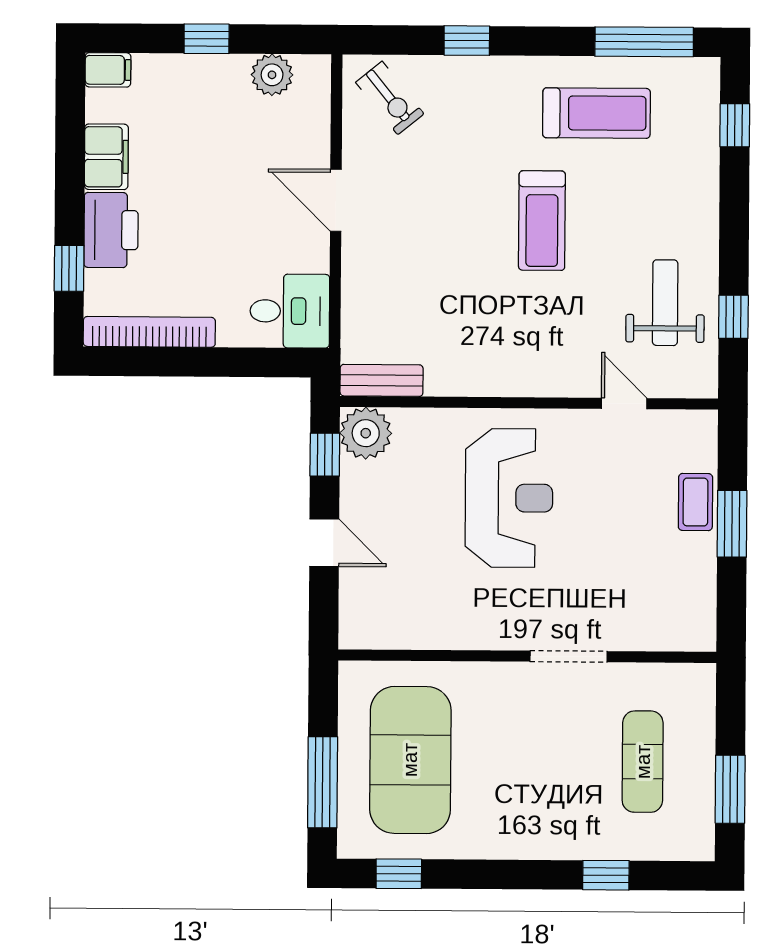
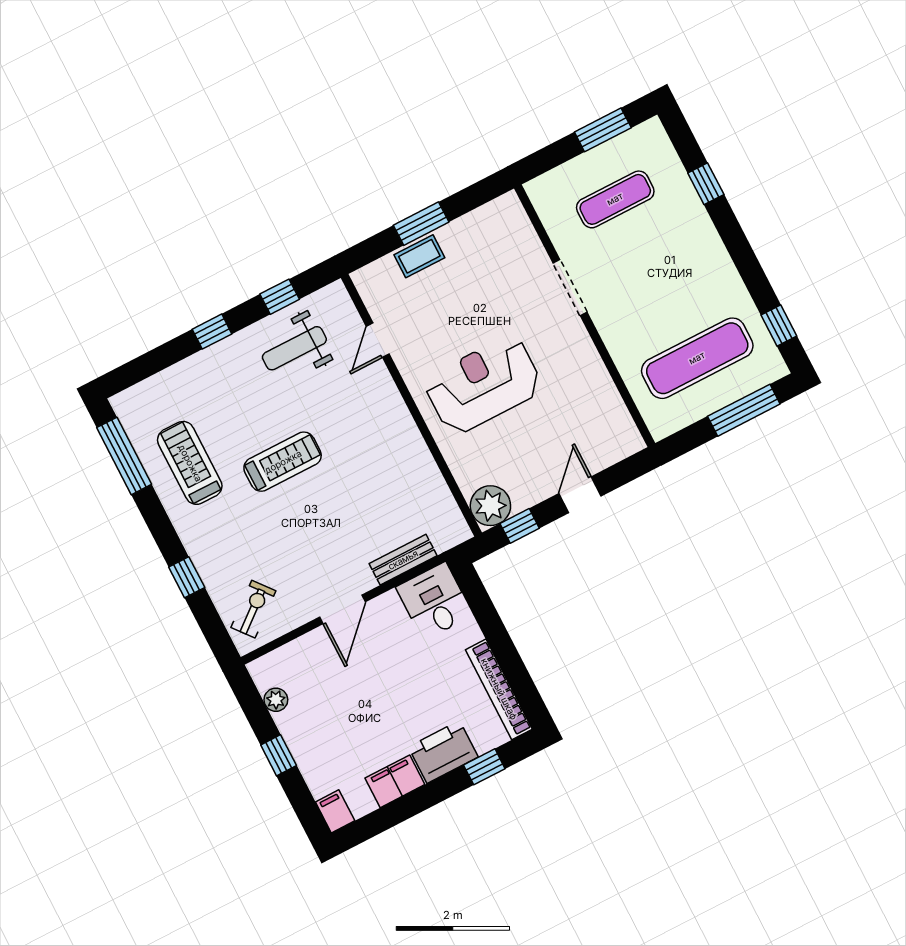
plant: (272, 75) -> (276, 700), width x0.73, depth x0.73
window: (735, 125) -> (212, 332), moved
bench: (382, 380) -> (403, 560), moved, turned 90
exercise mat: (410, 760) -> (697, 358), width x0.68

